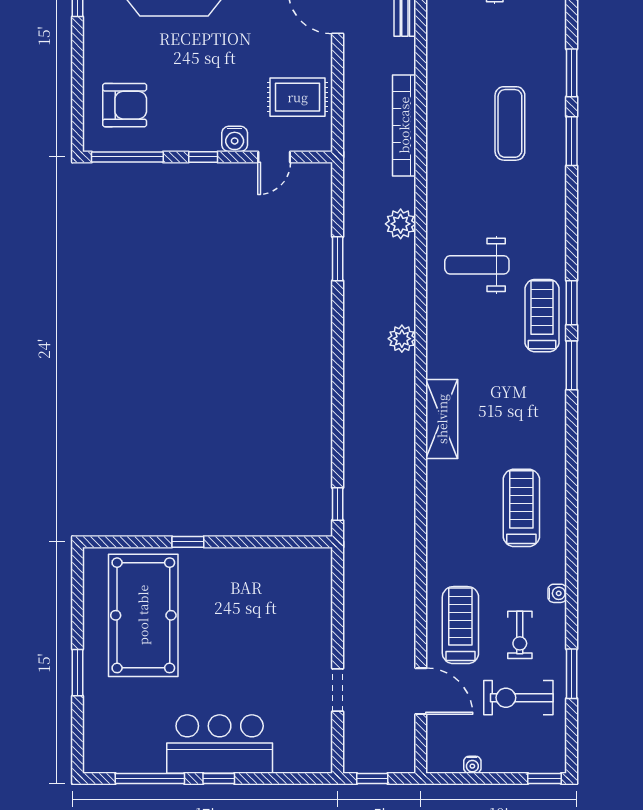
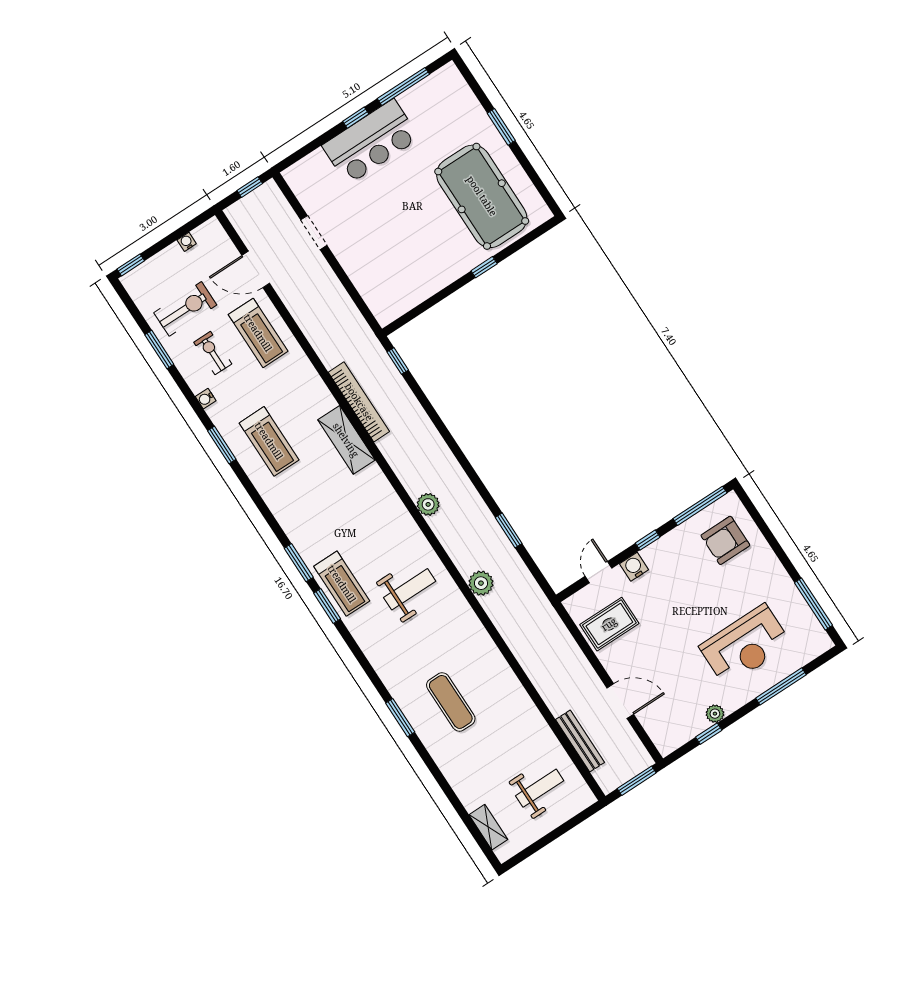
window: (572, 73) -> (222, 445), moved
bookcase: (404, 125) -> (359, 402), moved
shelving: (442, 419) -> (346, 440), moved

